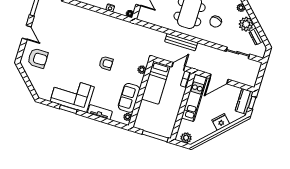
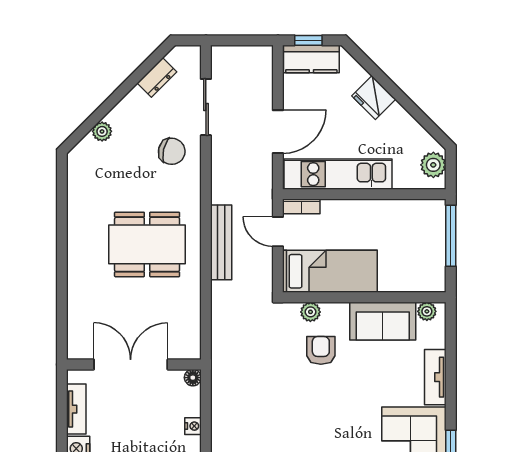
chair: (216, 22) -> (172, 151), moved
plant: (246, 24) -> (136, 108), removed
armchair: (106, 63) -> (321, 350), moved
door: (219, 79) -> (278, 132), hinge flipped

